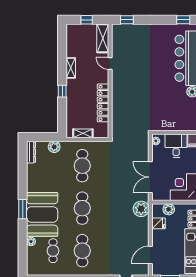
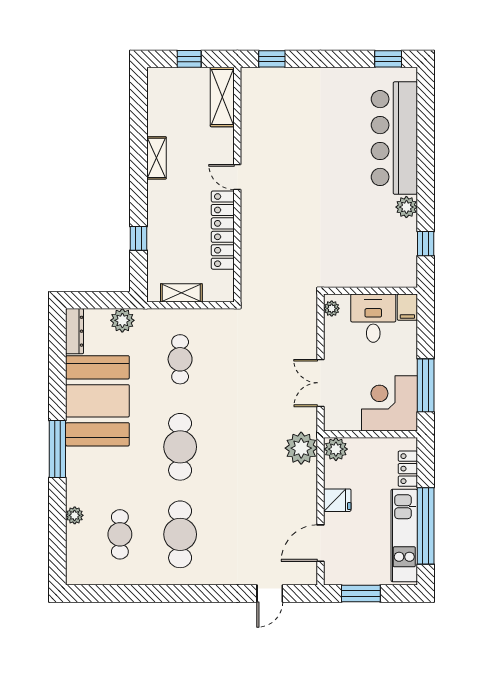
door: (110, 63) -> (237, 177), moved
window: (62, 91) -> (139, 238), moved
cafe table: (82, 166) -> (180, 359), width x0.73, depth x0.74
double door: (150, 177) -> (321, 383), width x0.73
window: (23, 209) -> (57, 449), width x1.44
plant: (169, 209) -> (336, 449), moved
booth: (42, 214) -> (97, 401), moved
fridge: (159, 223) -> (337, 500), moved

